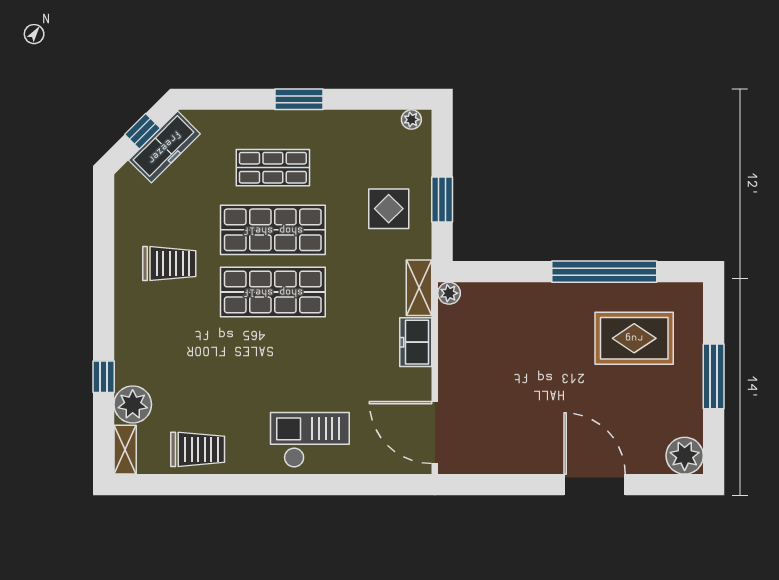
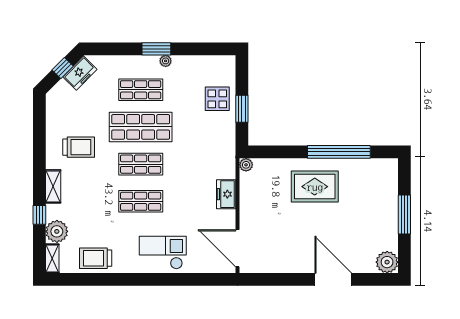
plant: (411, 120) -> (166, 61), moved
freezer: (164, 147) -> (80, 73), width x0.71
display table: (389, 209) -> (217, 99), moved
shelving: (419, 288) -> (53, 186), moved
shop shelf: (273, 292) -> (141, 164), width x0.70, depth x0.74
rug: (634, 338) -> (315, 187), moved
shop shelf: (273, 354) -> (141, 201), added
trolley: (198, 449) -> (96, 258), turned 180

